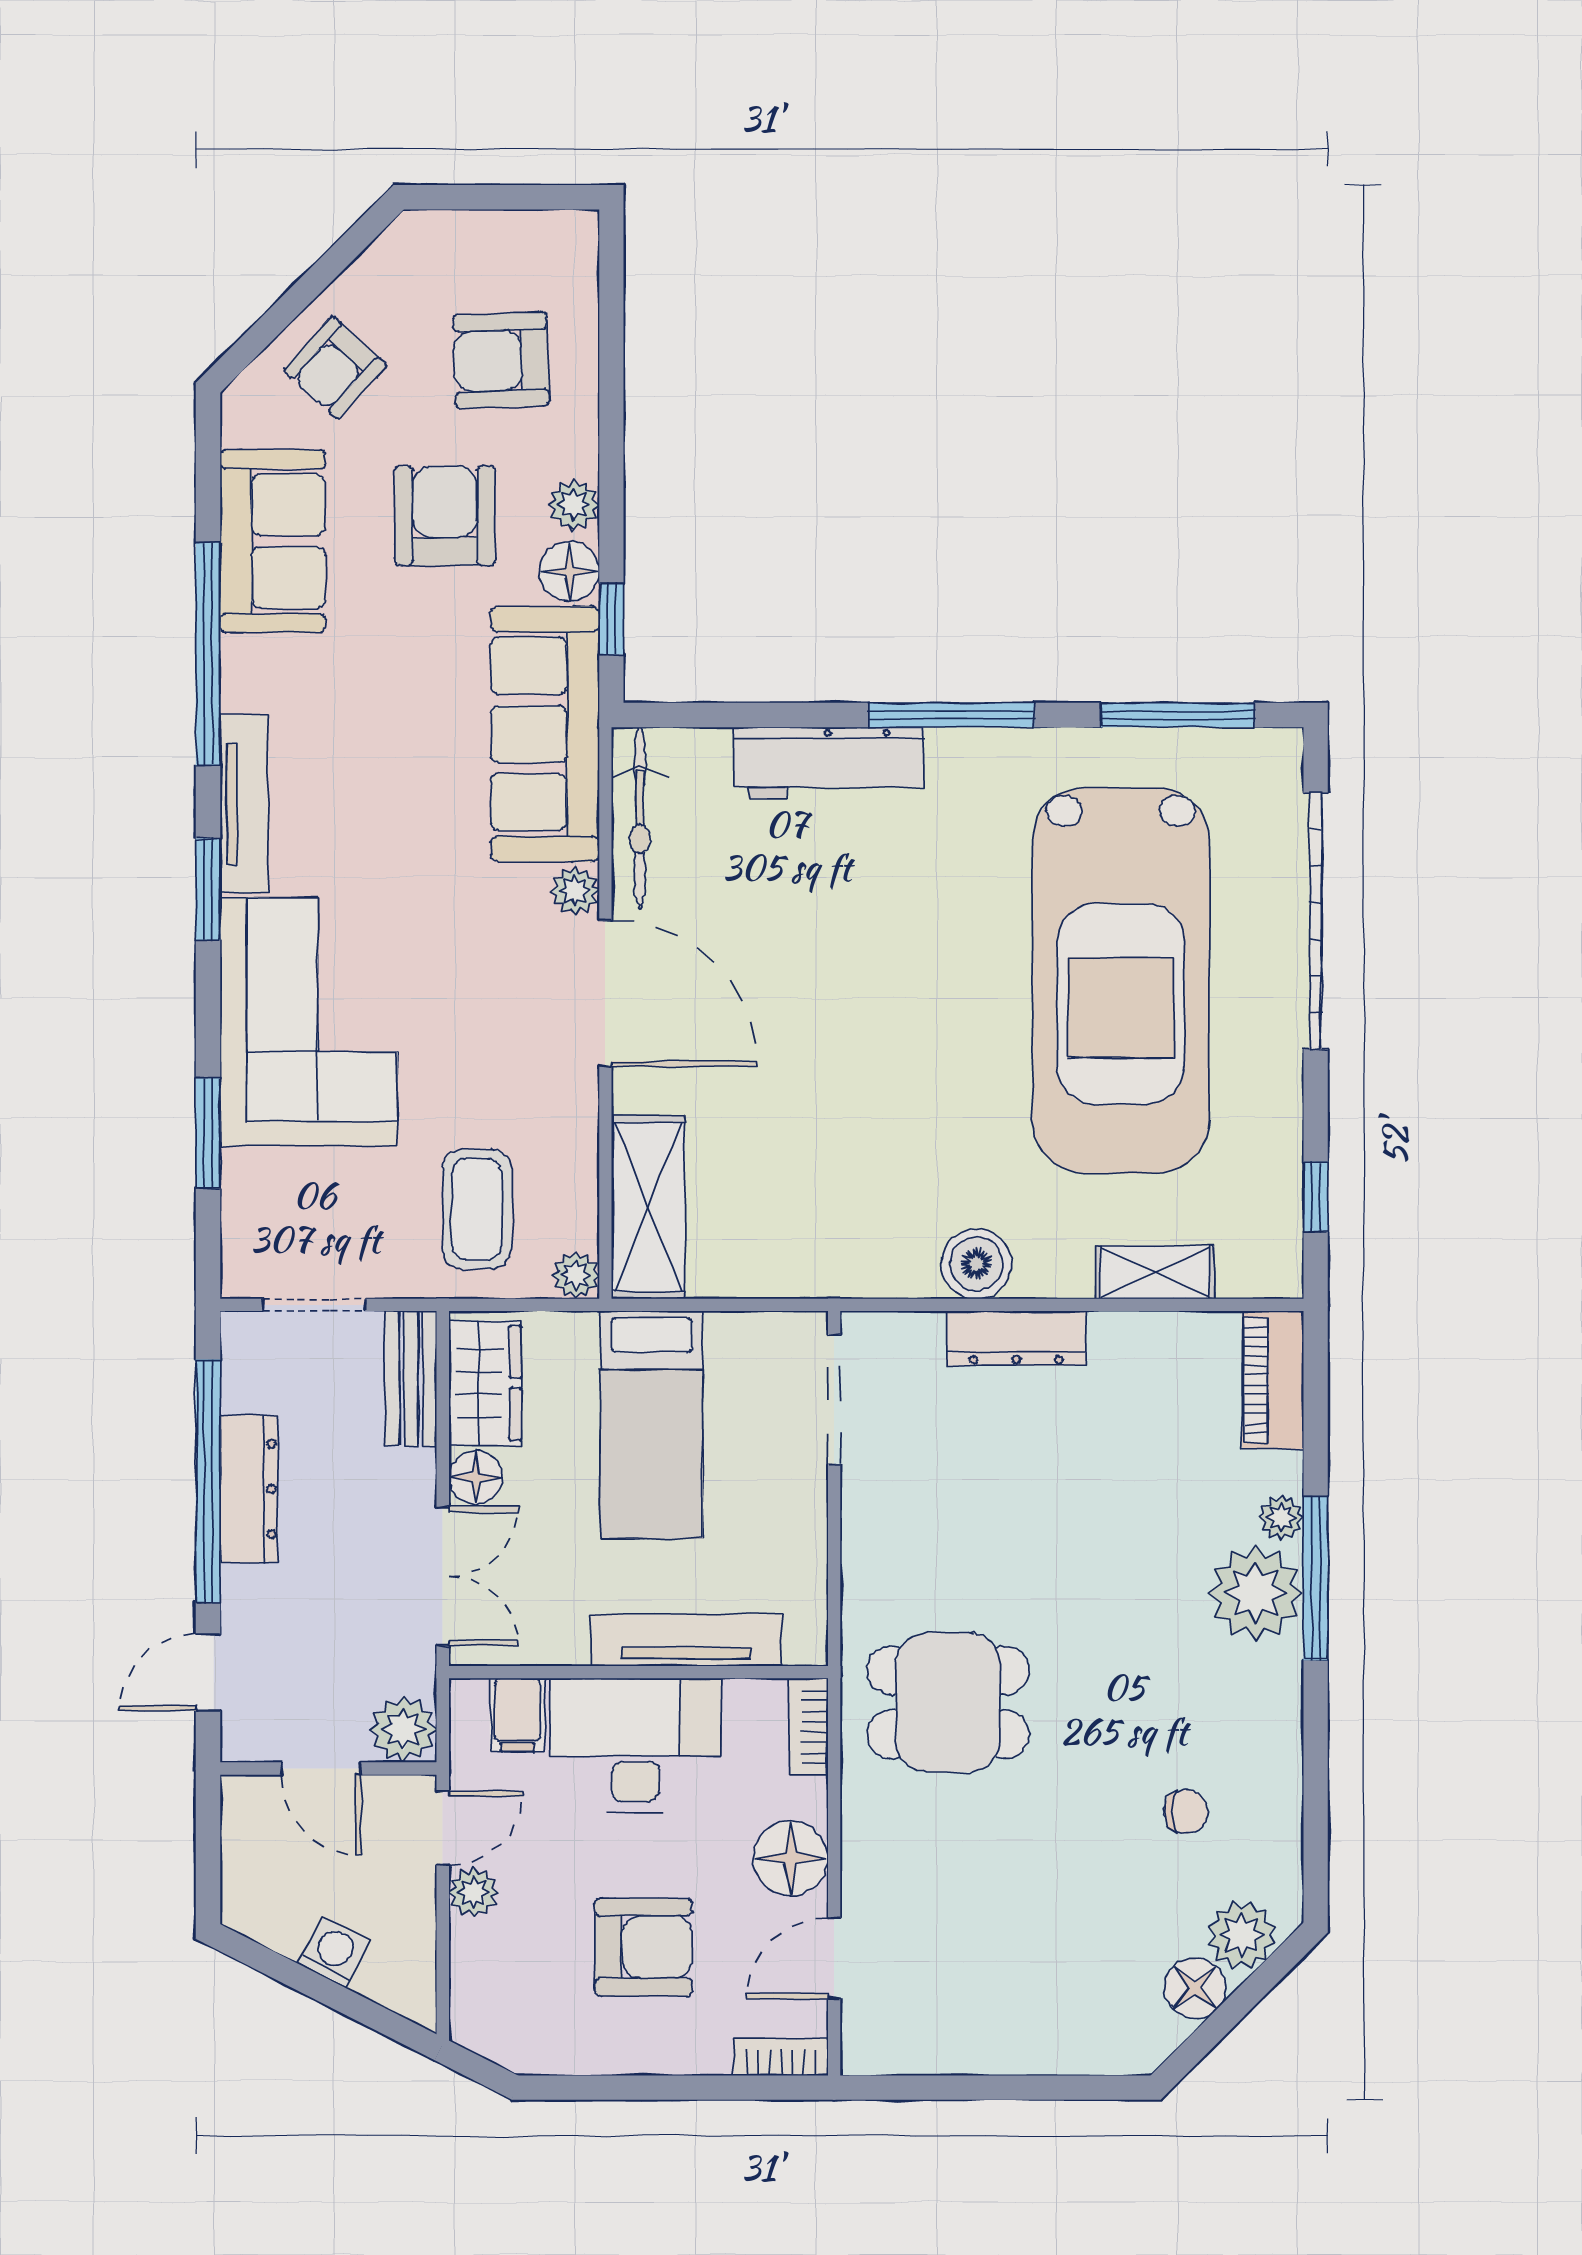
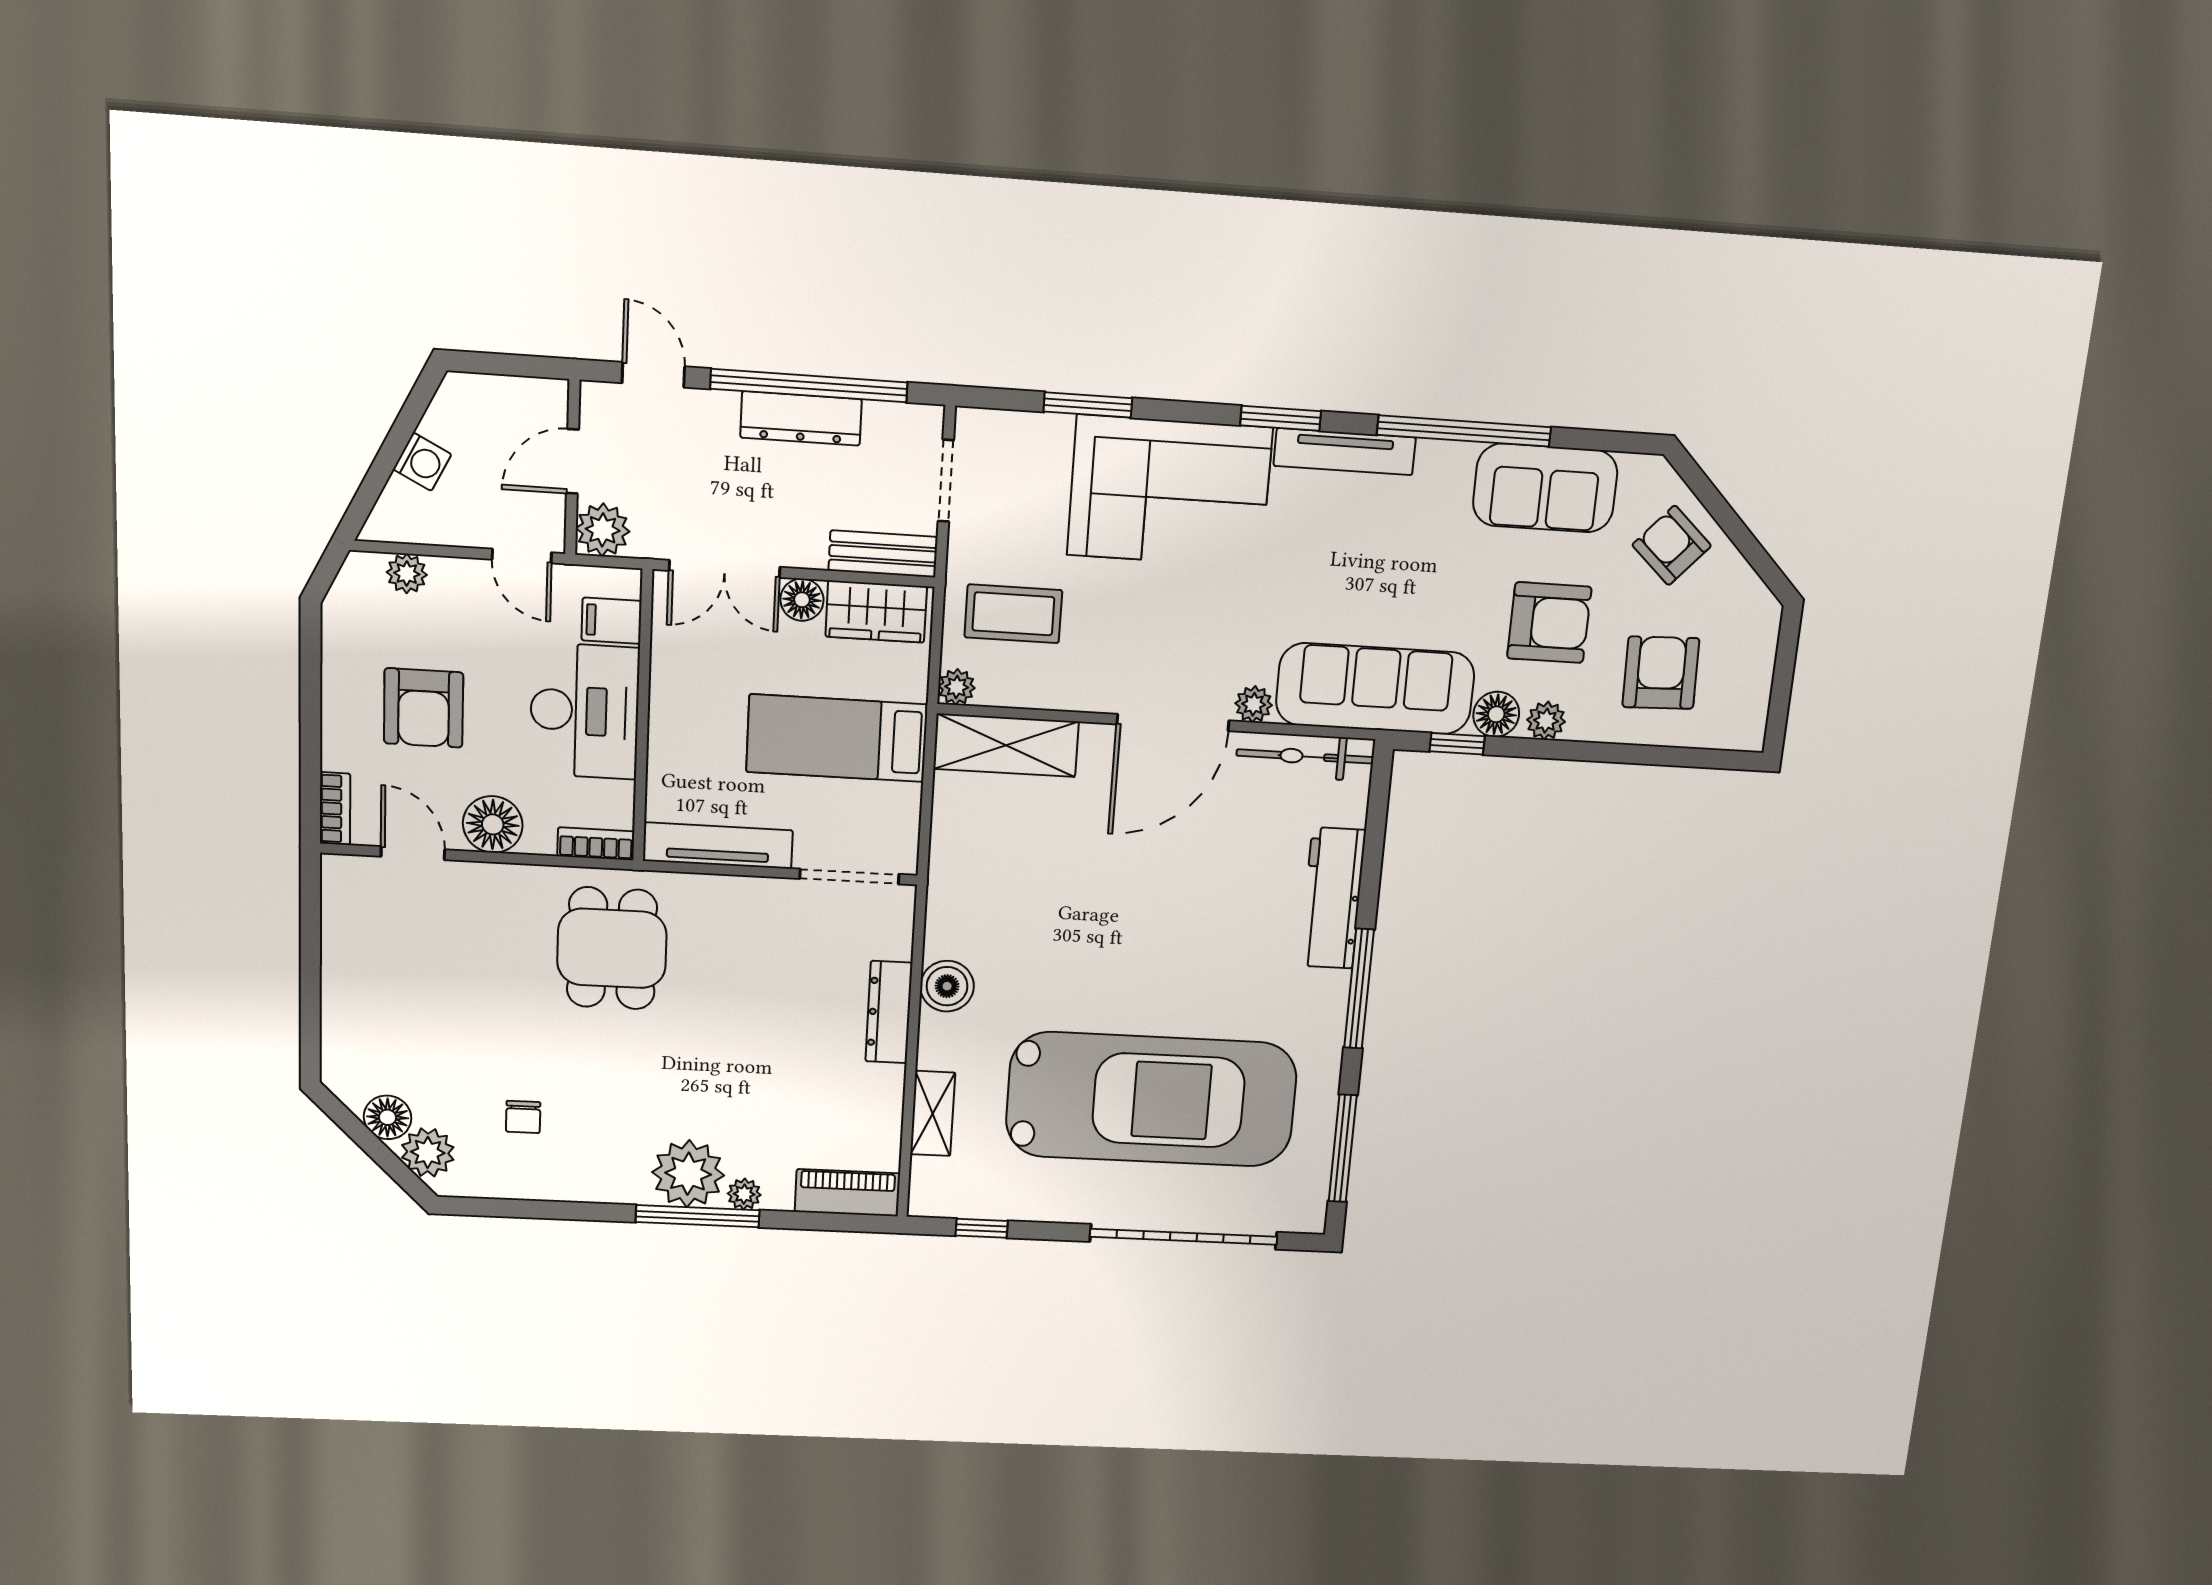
car: (1121, 981) -> (1151, 1100), turned 180
tv unit: (686, 1640) -> (718, 846), moved, turned -90
plant: (474, 1892) -> (407, 573), moved

